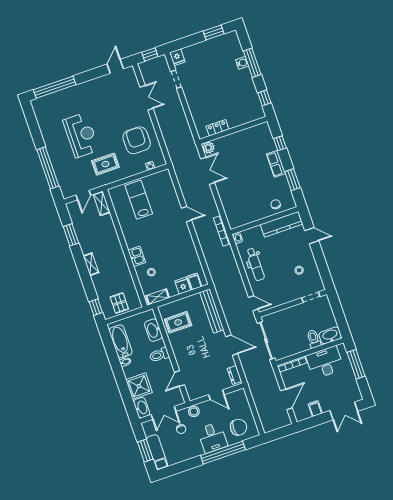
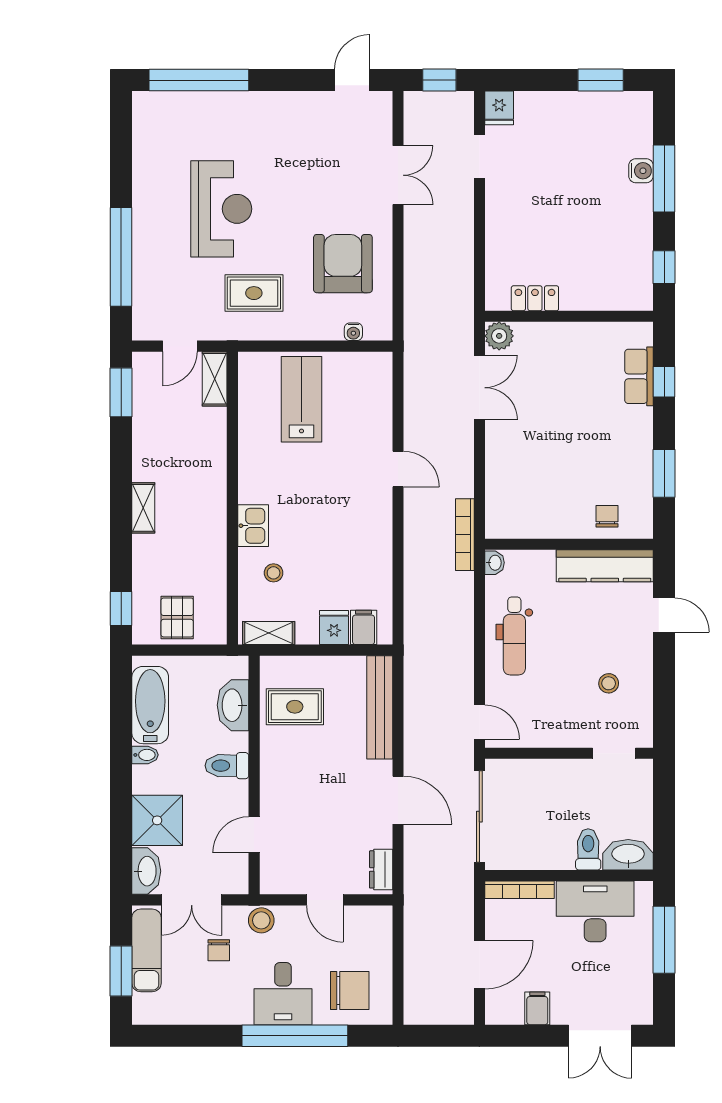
row of seats: (276, 164) -> (639, 376), moved
window: (71, 235) -> (121, 392), moved
exam couch: (157, 452) -> (146, 950), moved

